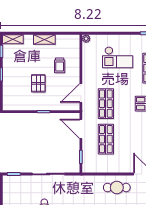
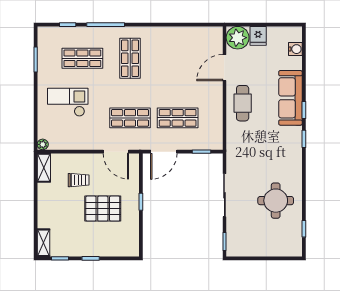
shelving: (44, 39) -> (44, 168), moved
checkout: (118, 57) -> (68, 102), turned -90
pallet: (38, 83) -> (103, 209), width x1.50, depth x1.42

